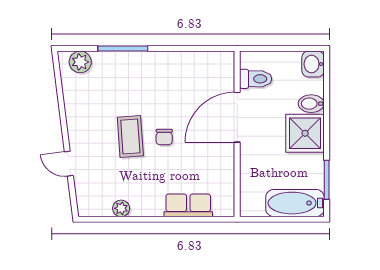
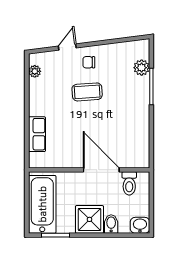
plant: (80, 62) -> (142, 68), moved
chair: (164, 137) -> (89, 62), moved
bathtub: (295, 203) -> (42, 204), width x1.36, depth x1.36
plant: (121, 208) -> (35, 71), moved

